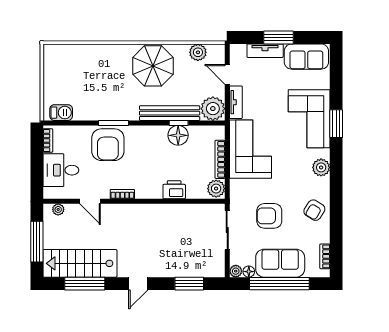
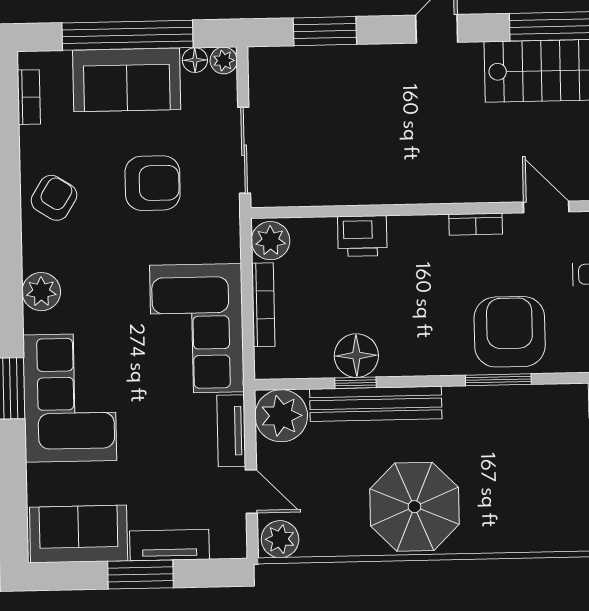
plant: (198, 52) -> (280, 539), moved

